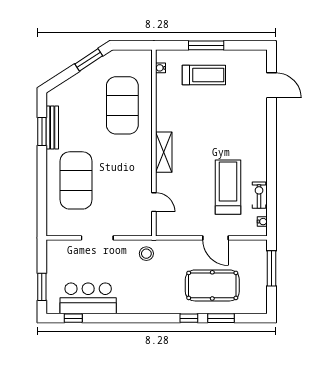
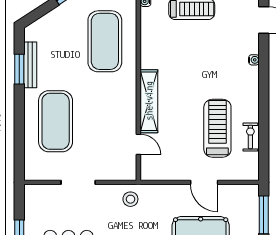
shelving: (164, 152) -> (149, 101), width x1.47
water cooler: (262, 222) -> (254, 60), moved

